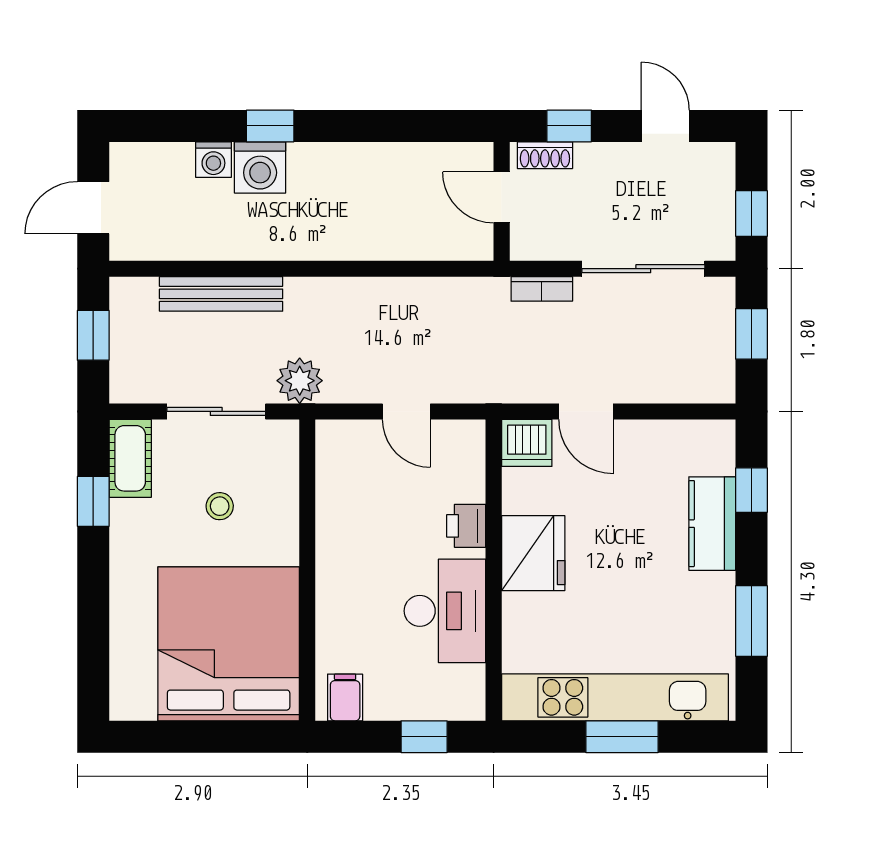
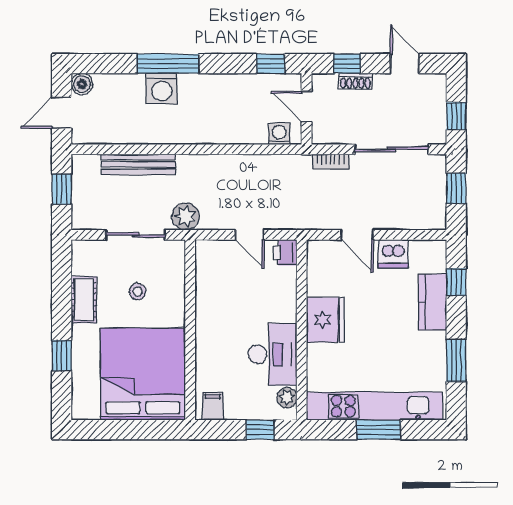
window: (270, 126) -> (168, 64), width x2.17
window: (442, 126) -> (271, 64), added
shoe rack: (545, 155) -> (355, 81), moved
boiler: (127, 160) -> (82, 84), added
washing machine: (213, 160) -> (279, 134), moved, turned 180
dishwasher: (527, 443) -> (393, 254), moved
cot: (130, 458) -> (84, 300), moved
window: (93, 501) -> (62, 356), moved
printer: (466, 526) -> (285, 252), moved
plant: (469, 683) -> (287, 397), added

